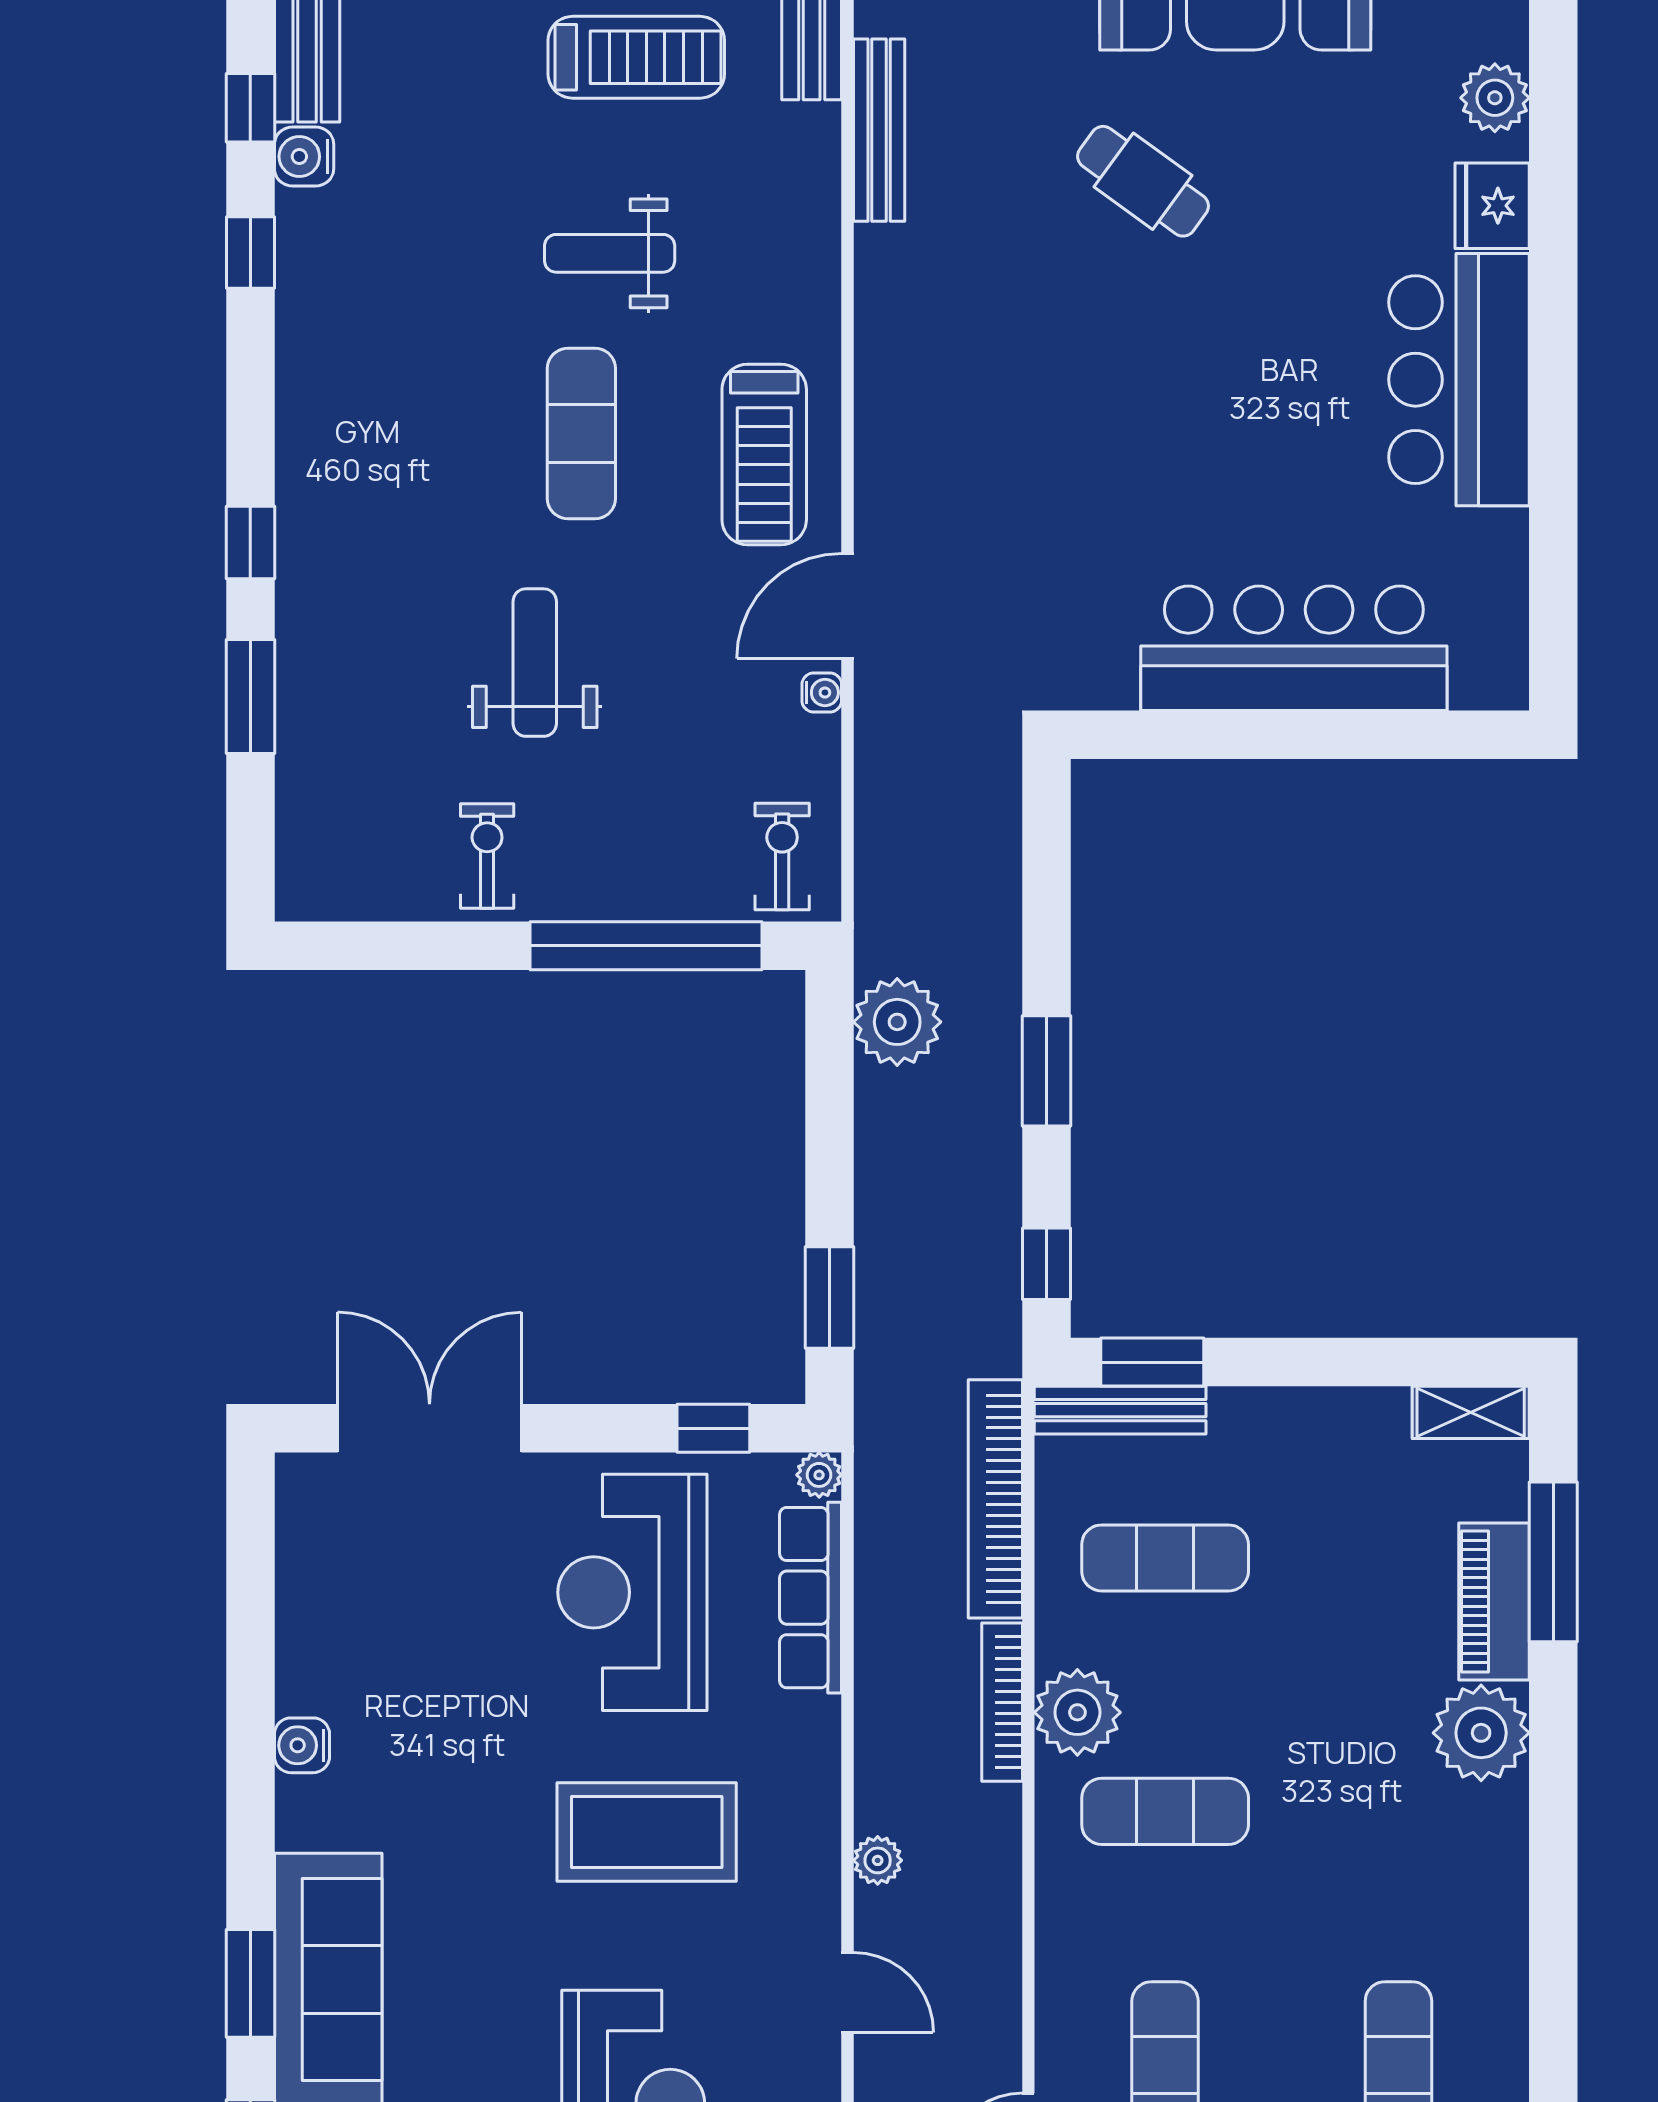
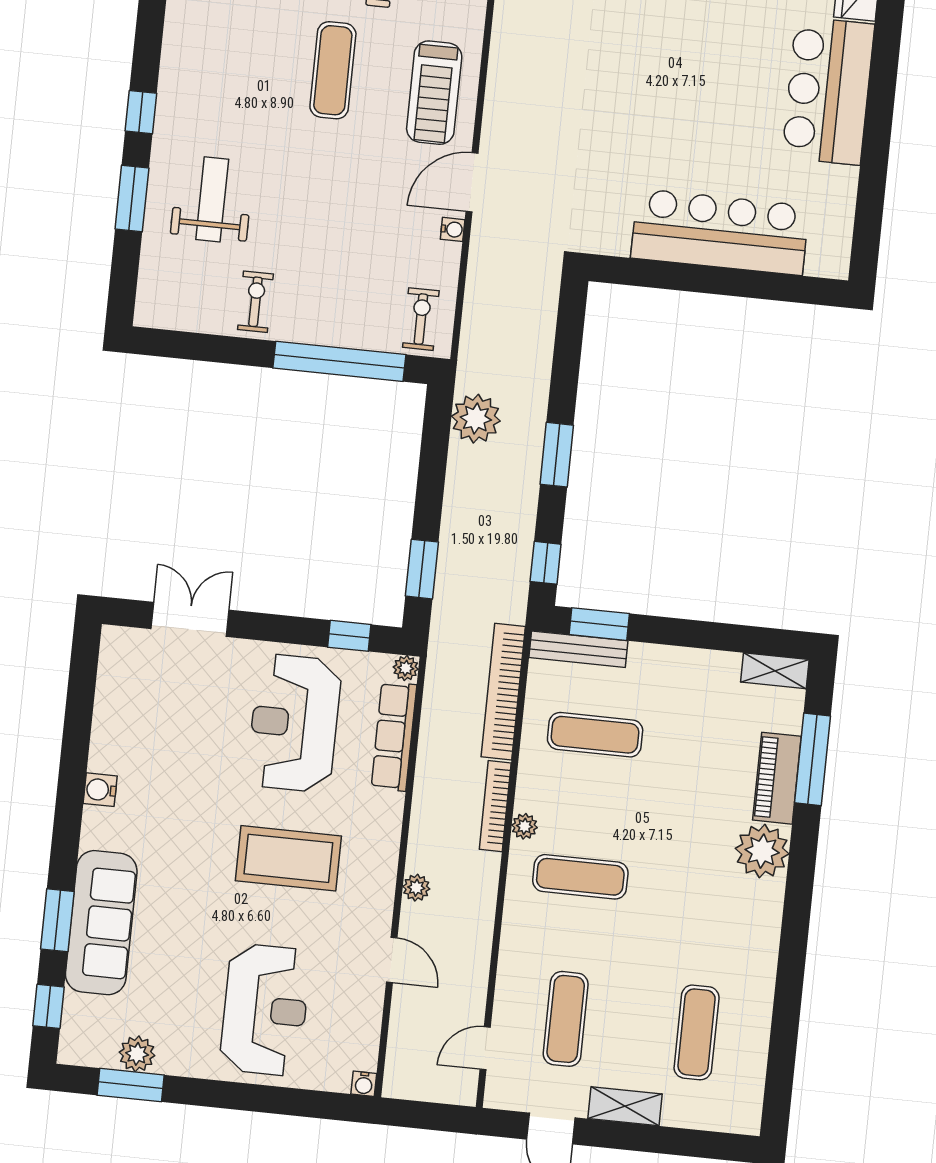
weight bench: (535, 663) -> (212, 199), moved
double door: (430, 1428) -> (190, 619), width x0.73
plant: (1077, 1712) -> (525, 826), width x0.53, depth x0.53

